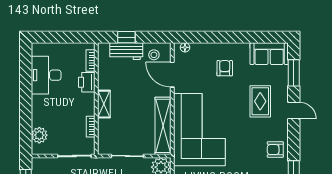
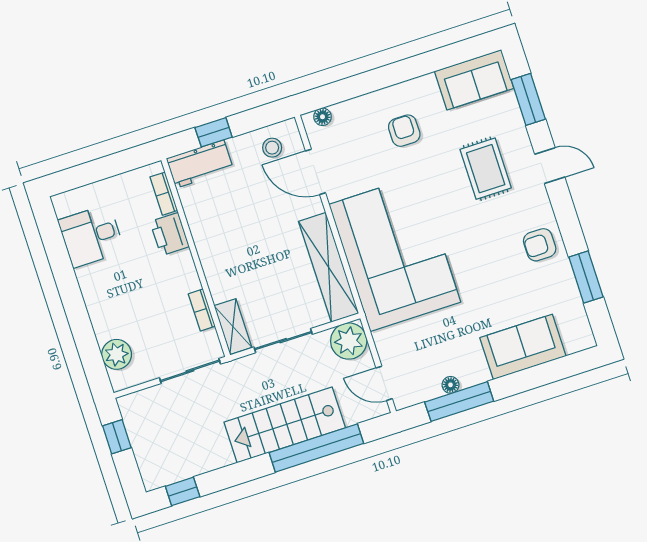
workbench: (126, 51) -> (200, 164), moved
desk: (46, 75) -> (91, 236), width x0.73
shelving: (104, 104) -> (233, 327), moved

